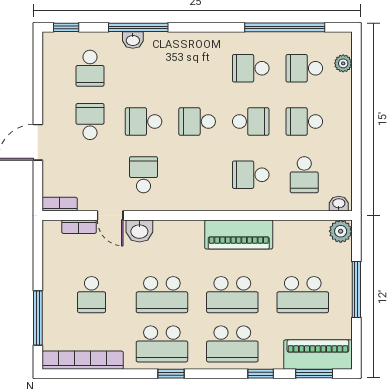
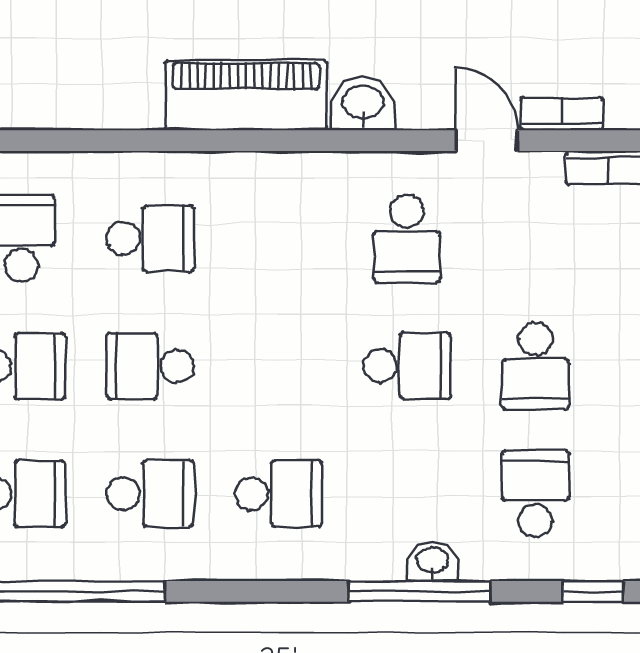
school desk: (197, 121) -> (279, 494), moved
washbasin: (139, 231) -> (363, 104), moved
piano: (239, 234) -> (246, 95), moved

